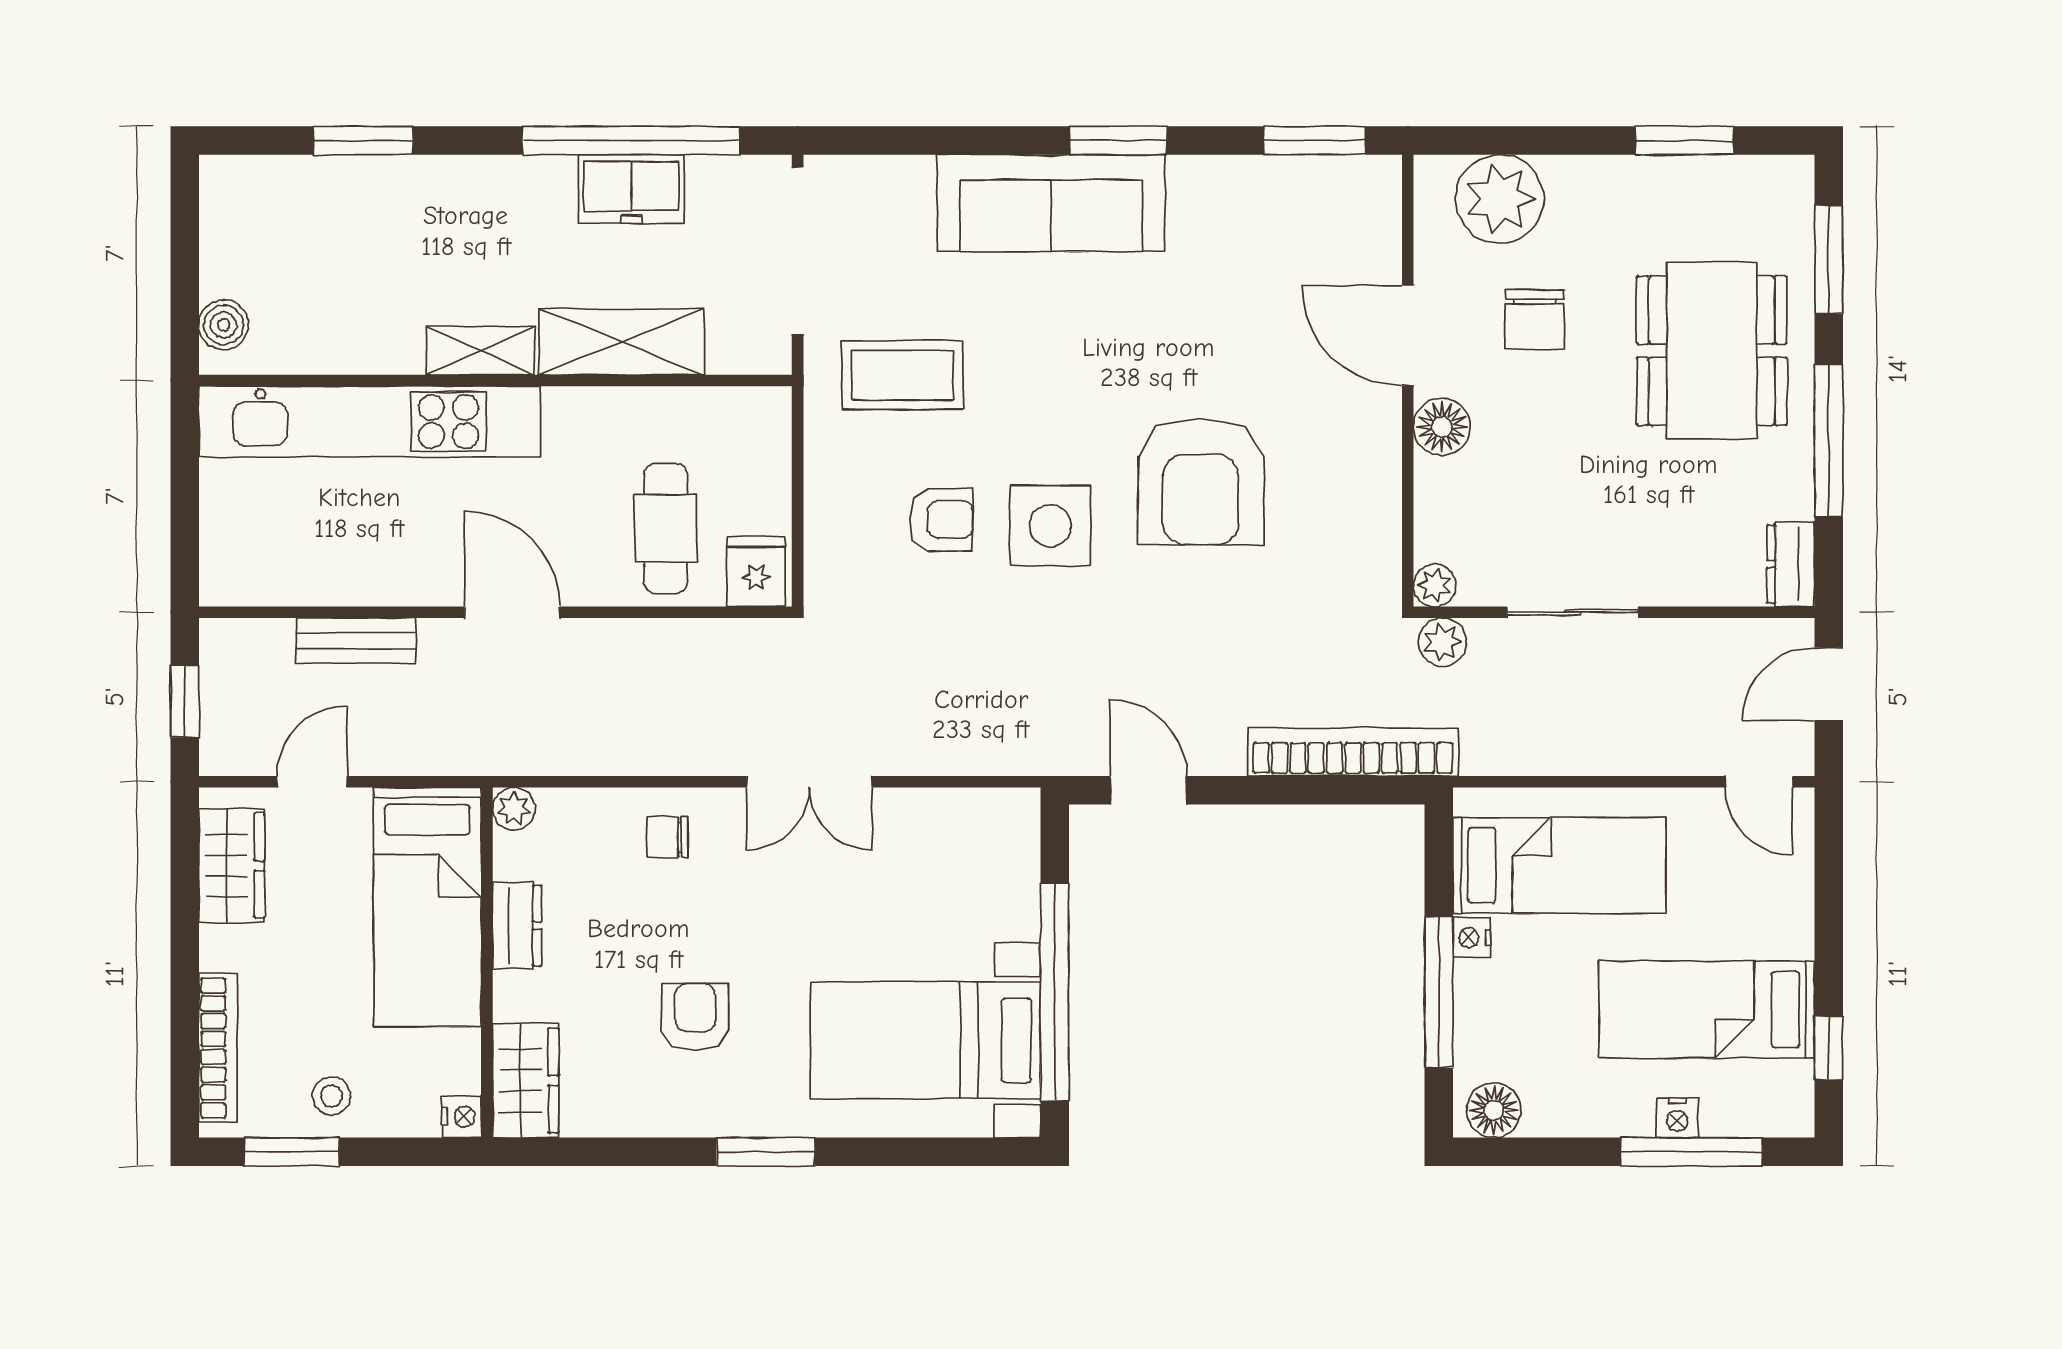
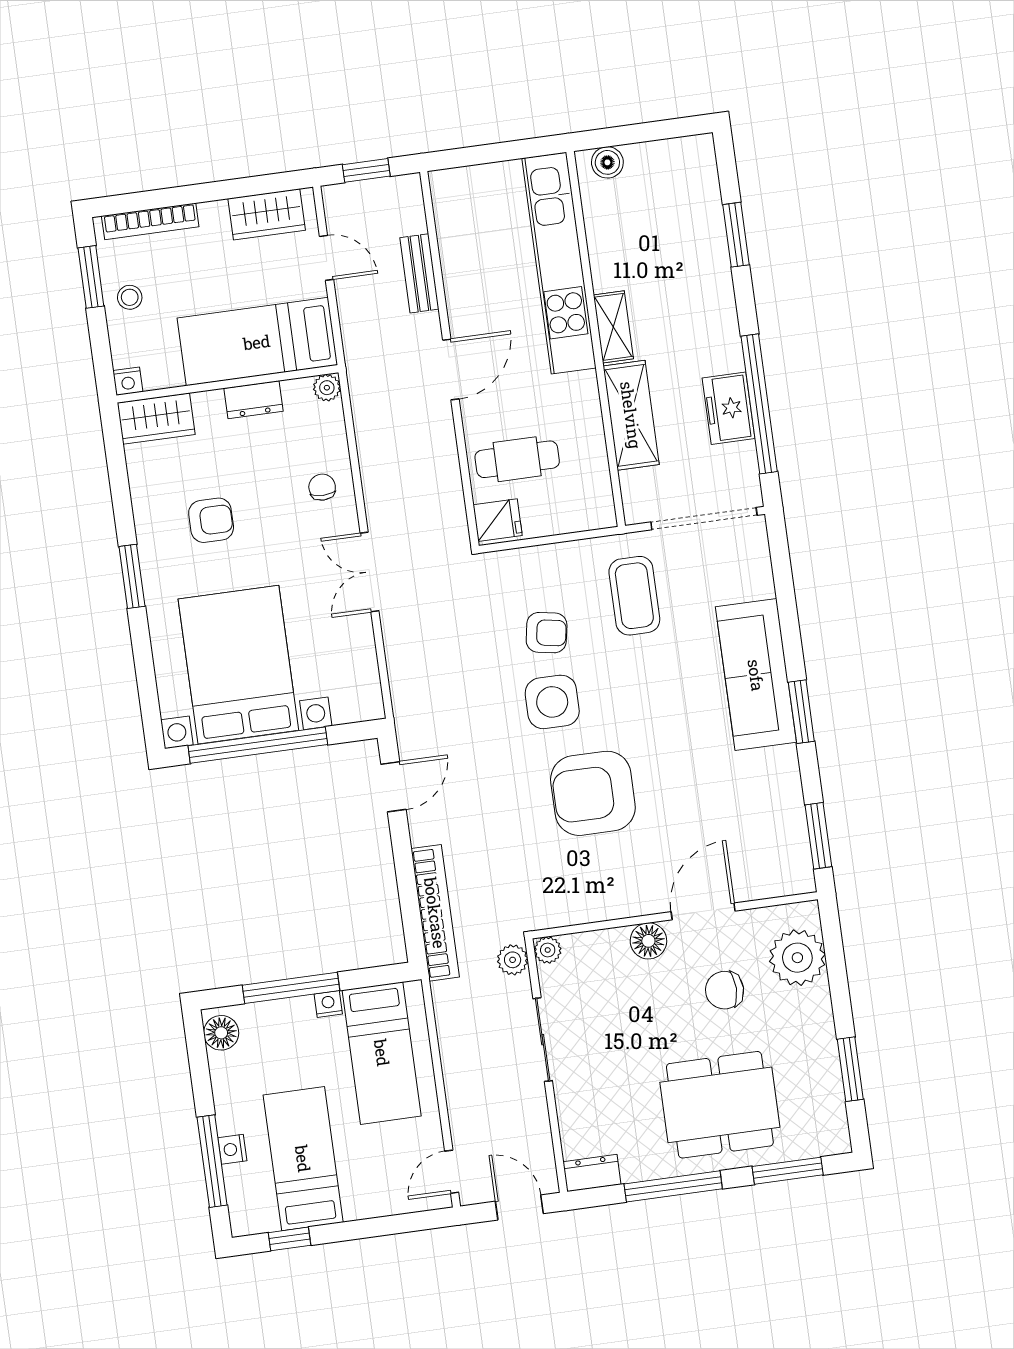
armchair: (941, 520) -> (547, 633), turned -80
bed with nightstands: (925, 1040) -> (238, 665), width x1.36

